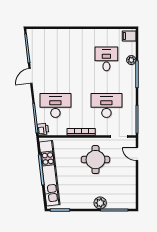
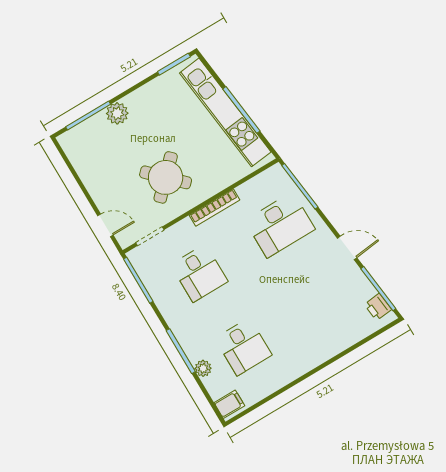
door: (30, 76) -> (347, 248), hinge flipped
desk: (106, 105) -> (199, 273), width x0.73
printer: (43, 129) -> (378, 307), moved
round table: (95, 160) -> (166, 177), turned 45

